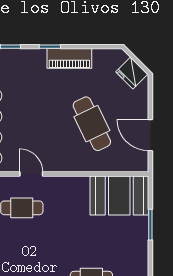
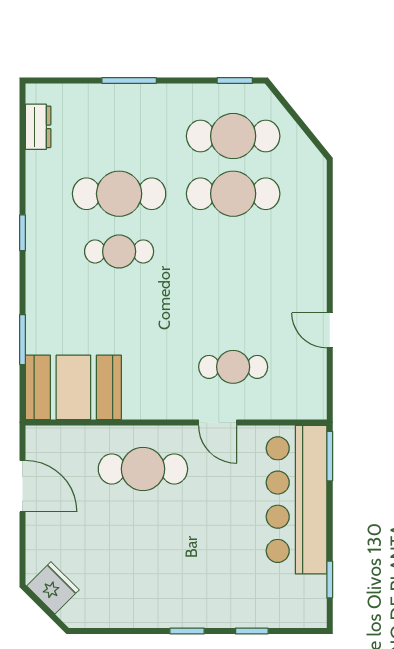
piano: (69, 58) -> (155, 612), removed
cafe table: (92, 124) -> (143, 469), moved, turned -64

